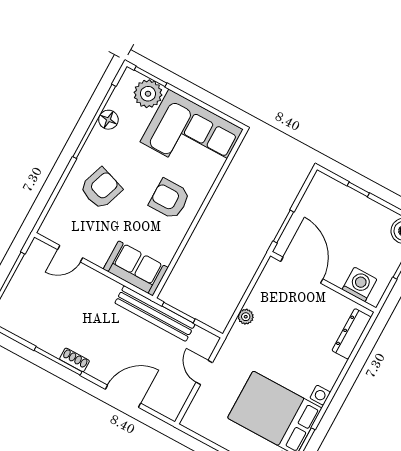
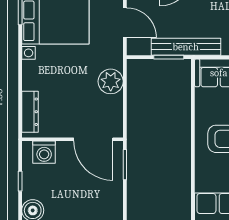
plant: (246, 317) -> (111, 81), width x1.87, depth x1.87
door: (204, 372) -> (125, 23), width x1.37

